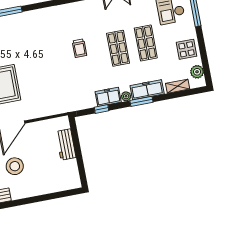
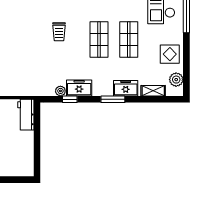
freezer: (147, 90) -> (126, 88), width x0.71
plant: (126, 96) -> (60, 91), moved
workbench: (66, 145) -> (26, 115), moved

